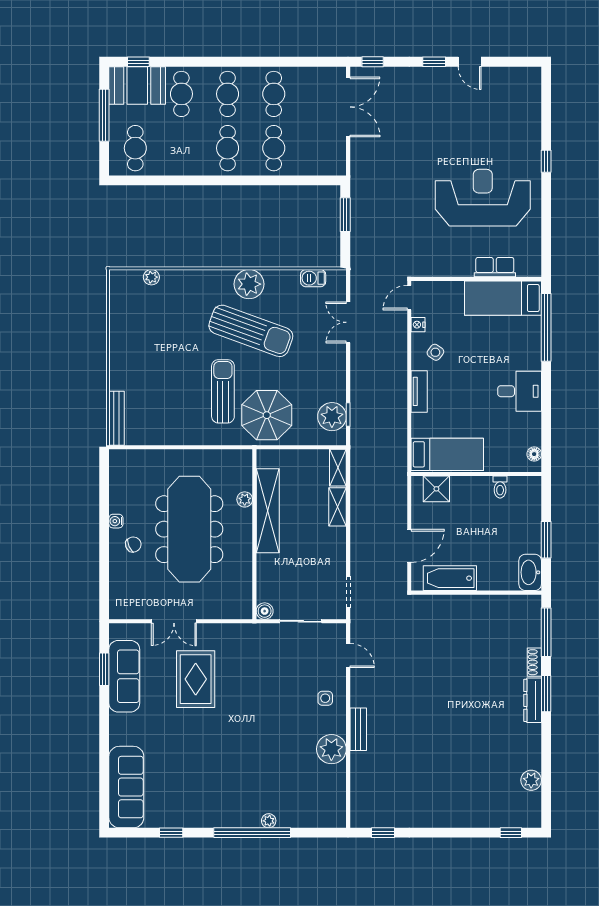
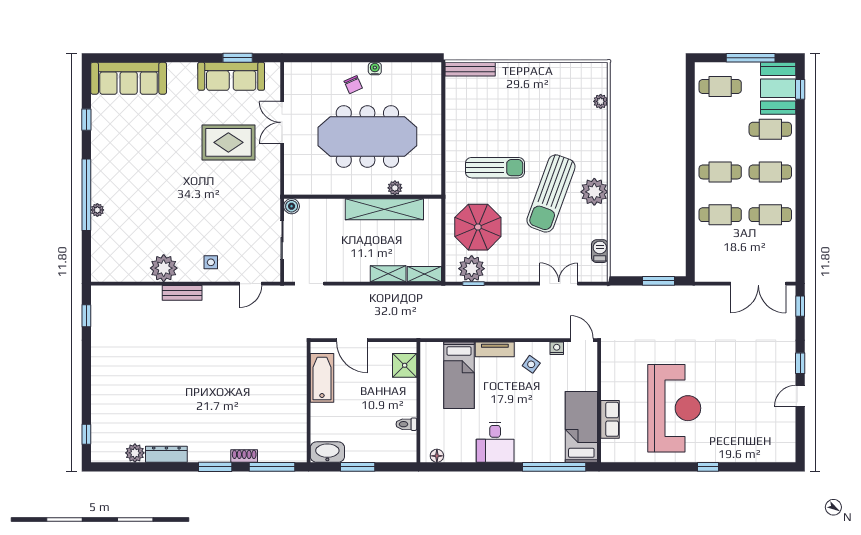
parasol: (267, 415) -> (478, 227), moved
bed: (447, 454) -> (459, 375), moved
dresser: (533, 700) -> (166, 454), moved

